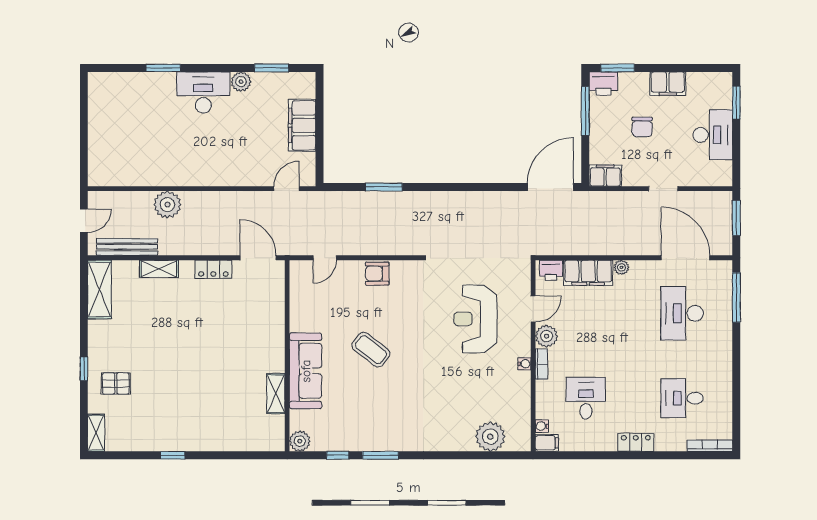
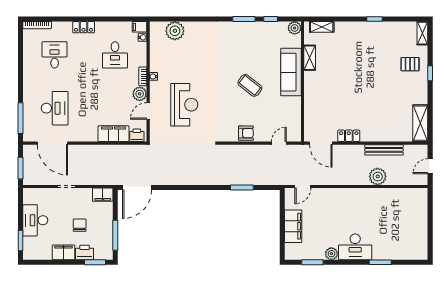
printer: (603, 84) -> (85, 252), moved
bench: (127, 247) -> (384, 150), moved
plant: (621, 267) -> (93, 137), removed
shelving: (159, 269) -> (322, 27), moved
desk: (682, 398) -> (55, 55), turned -90

